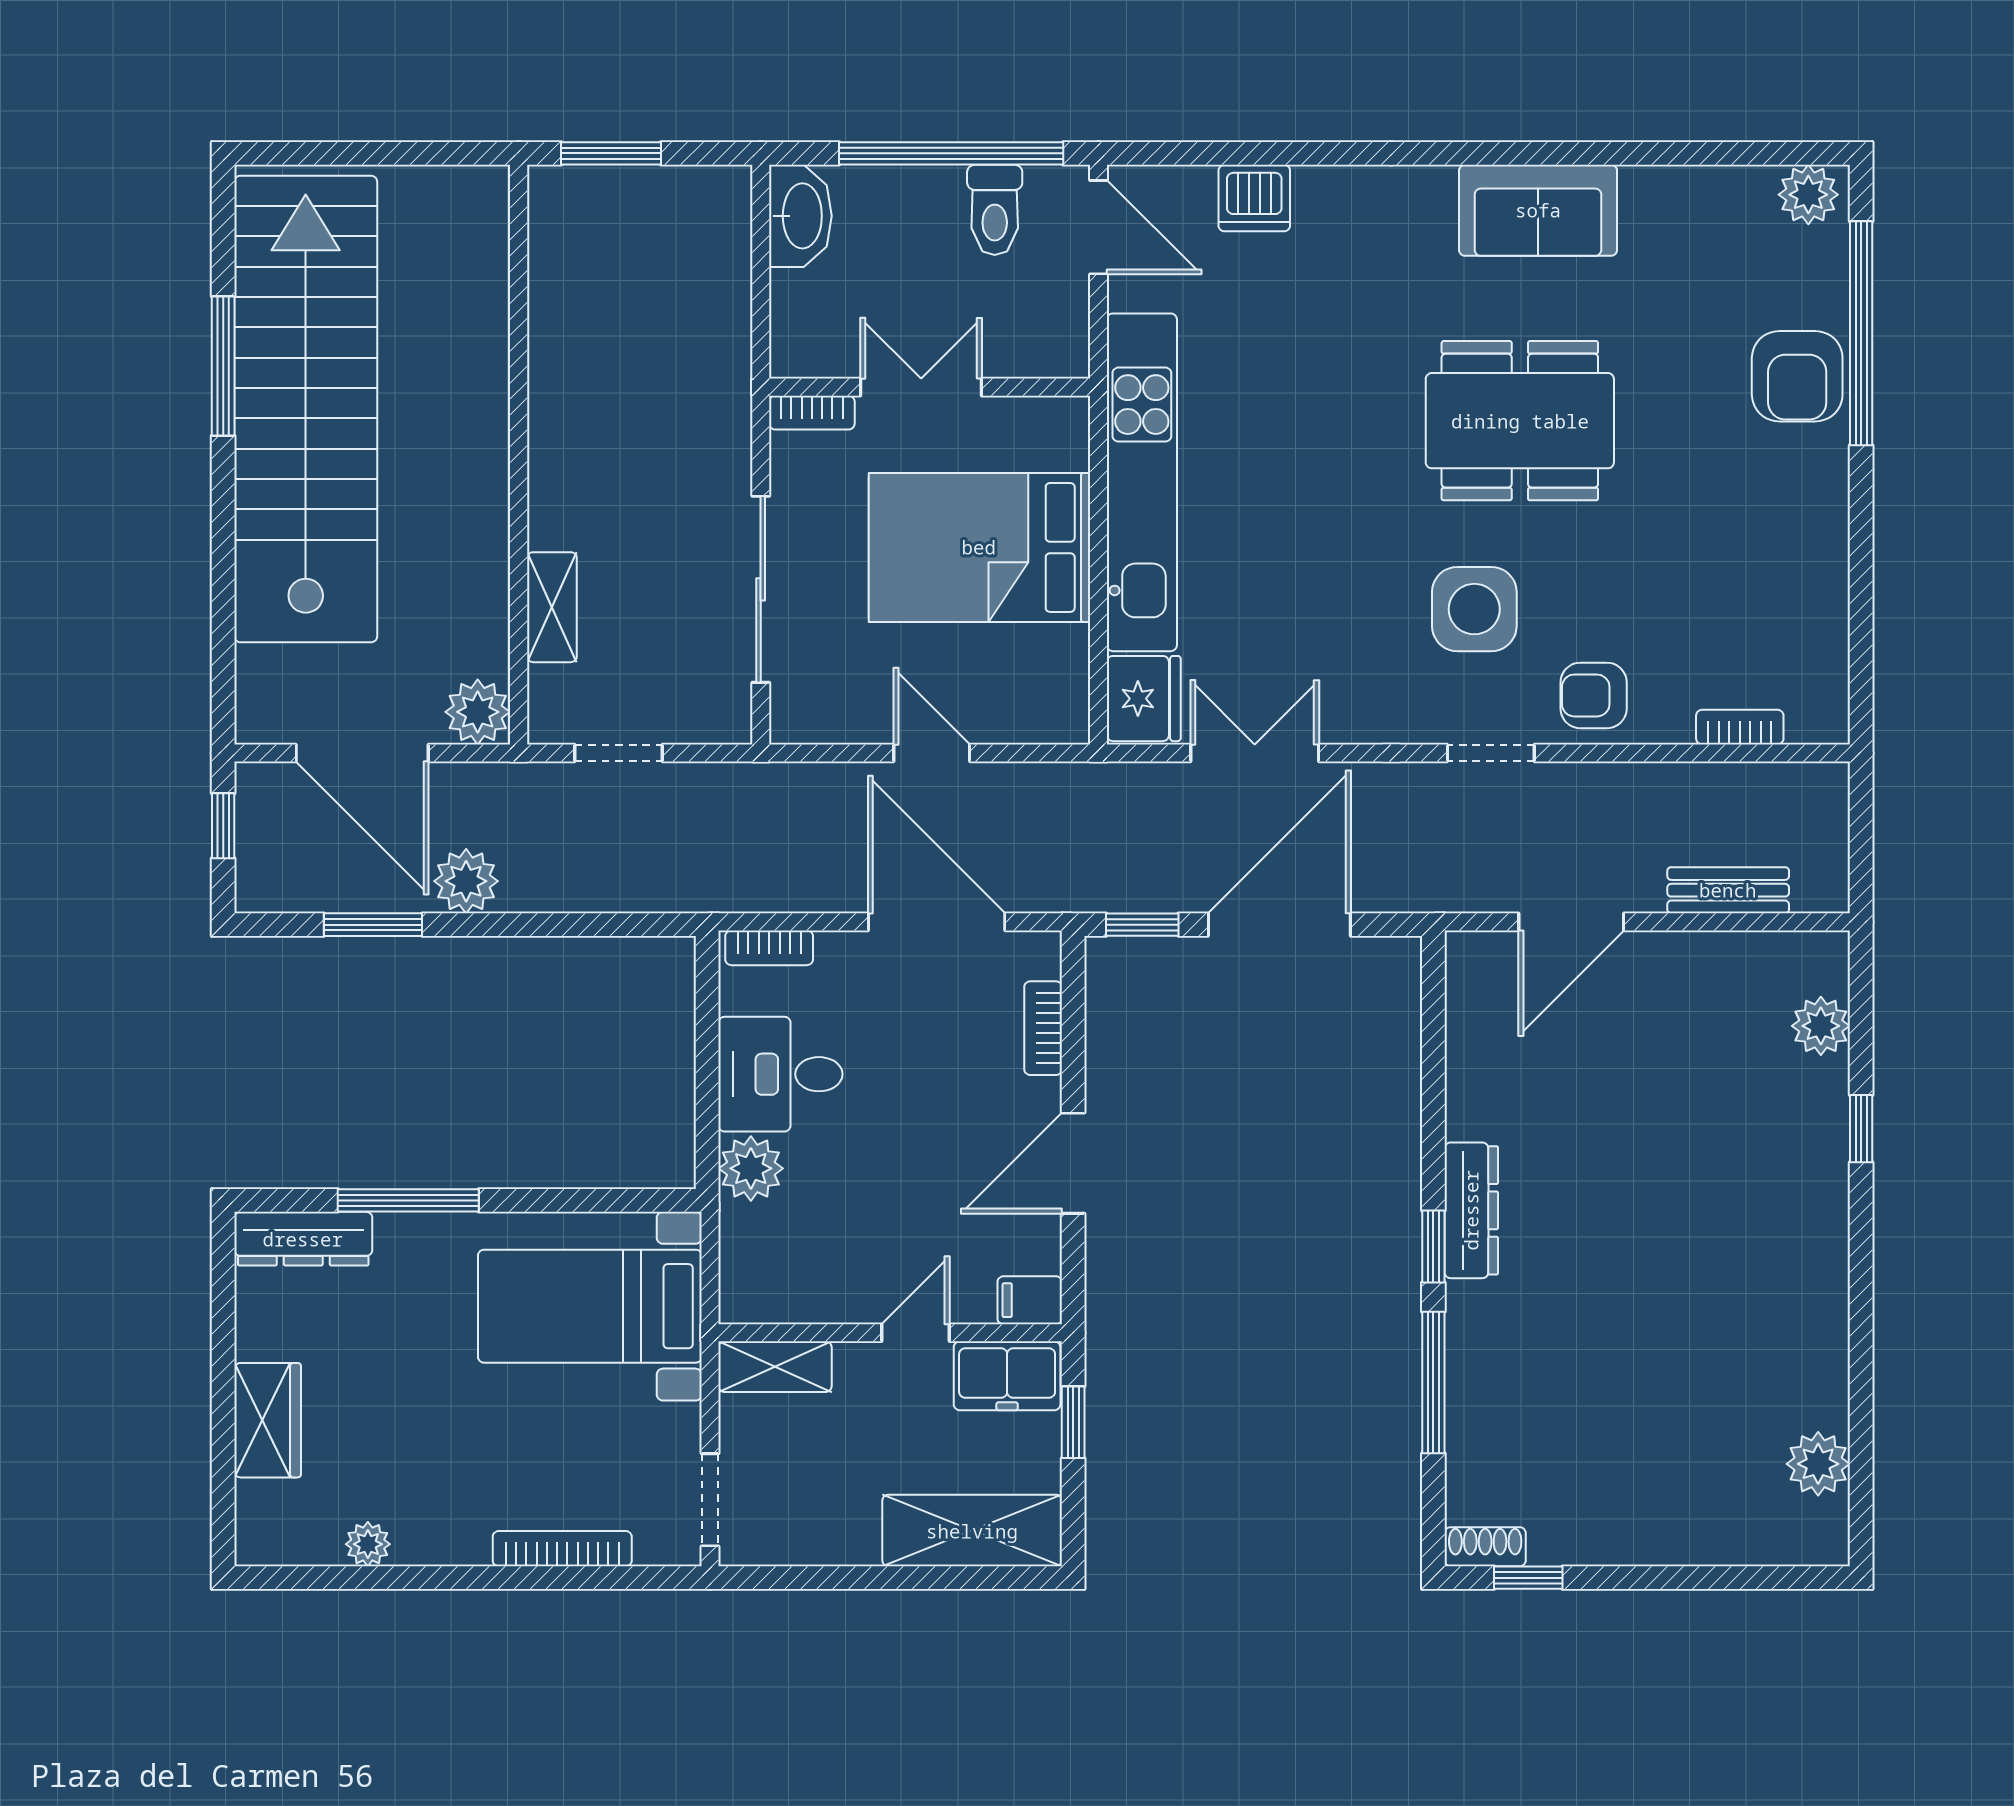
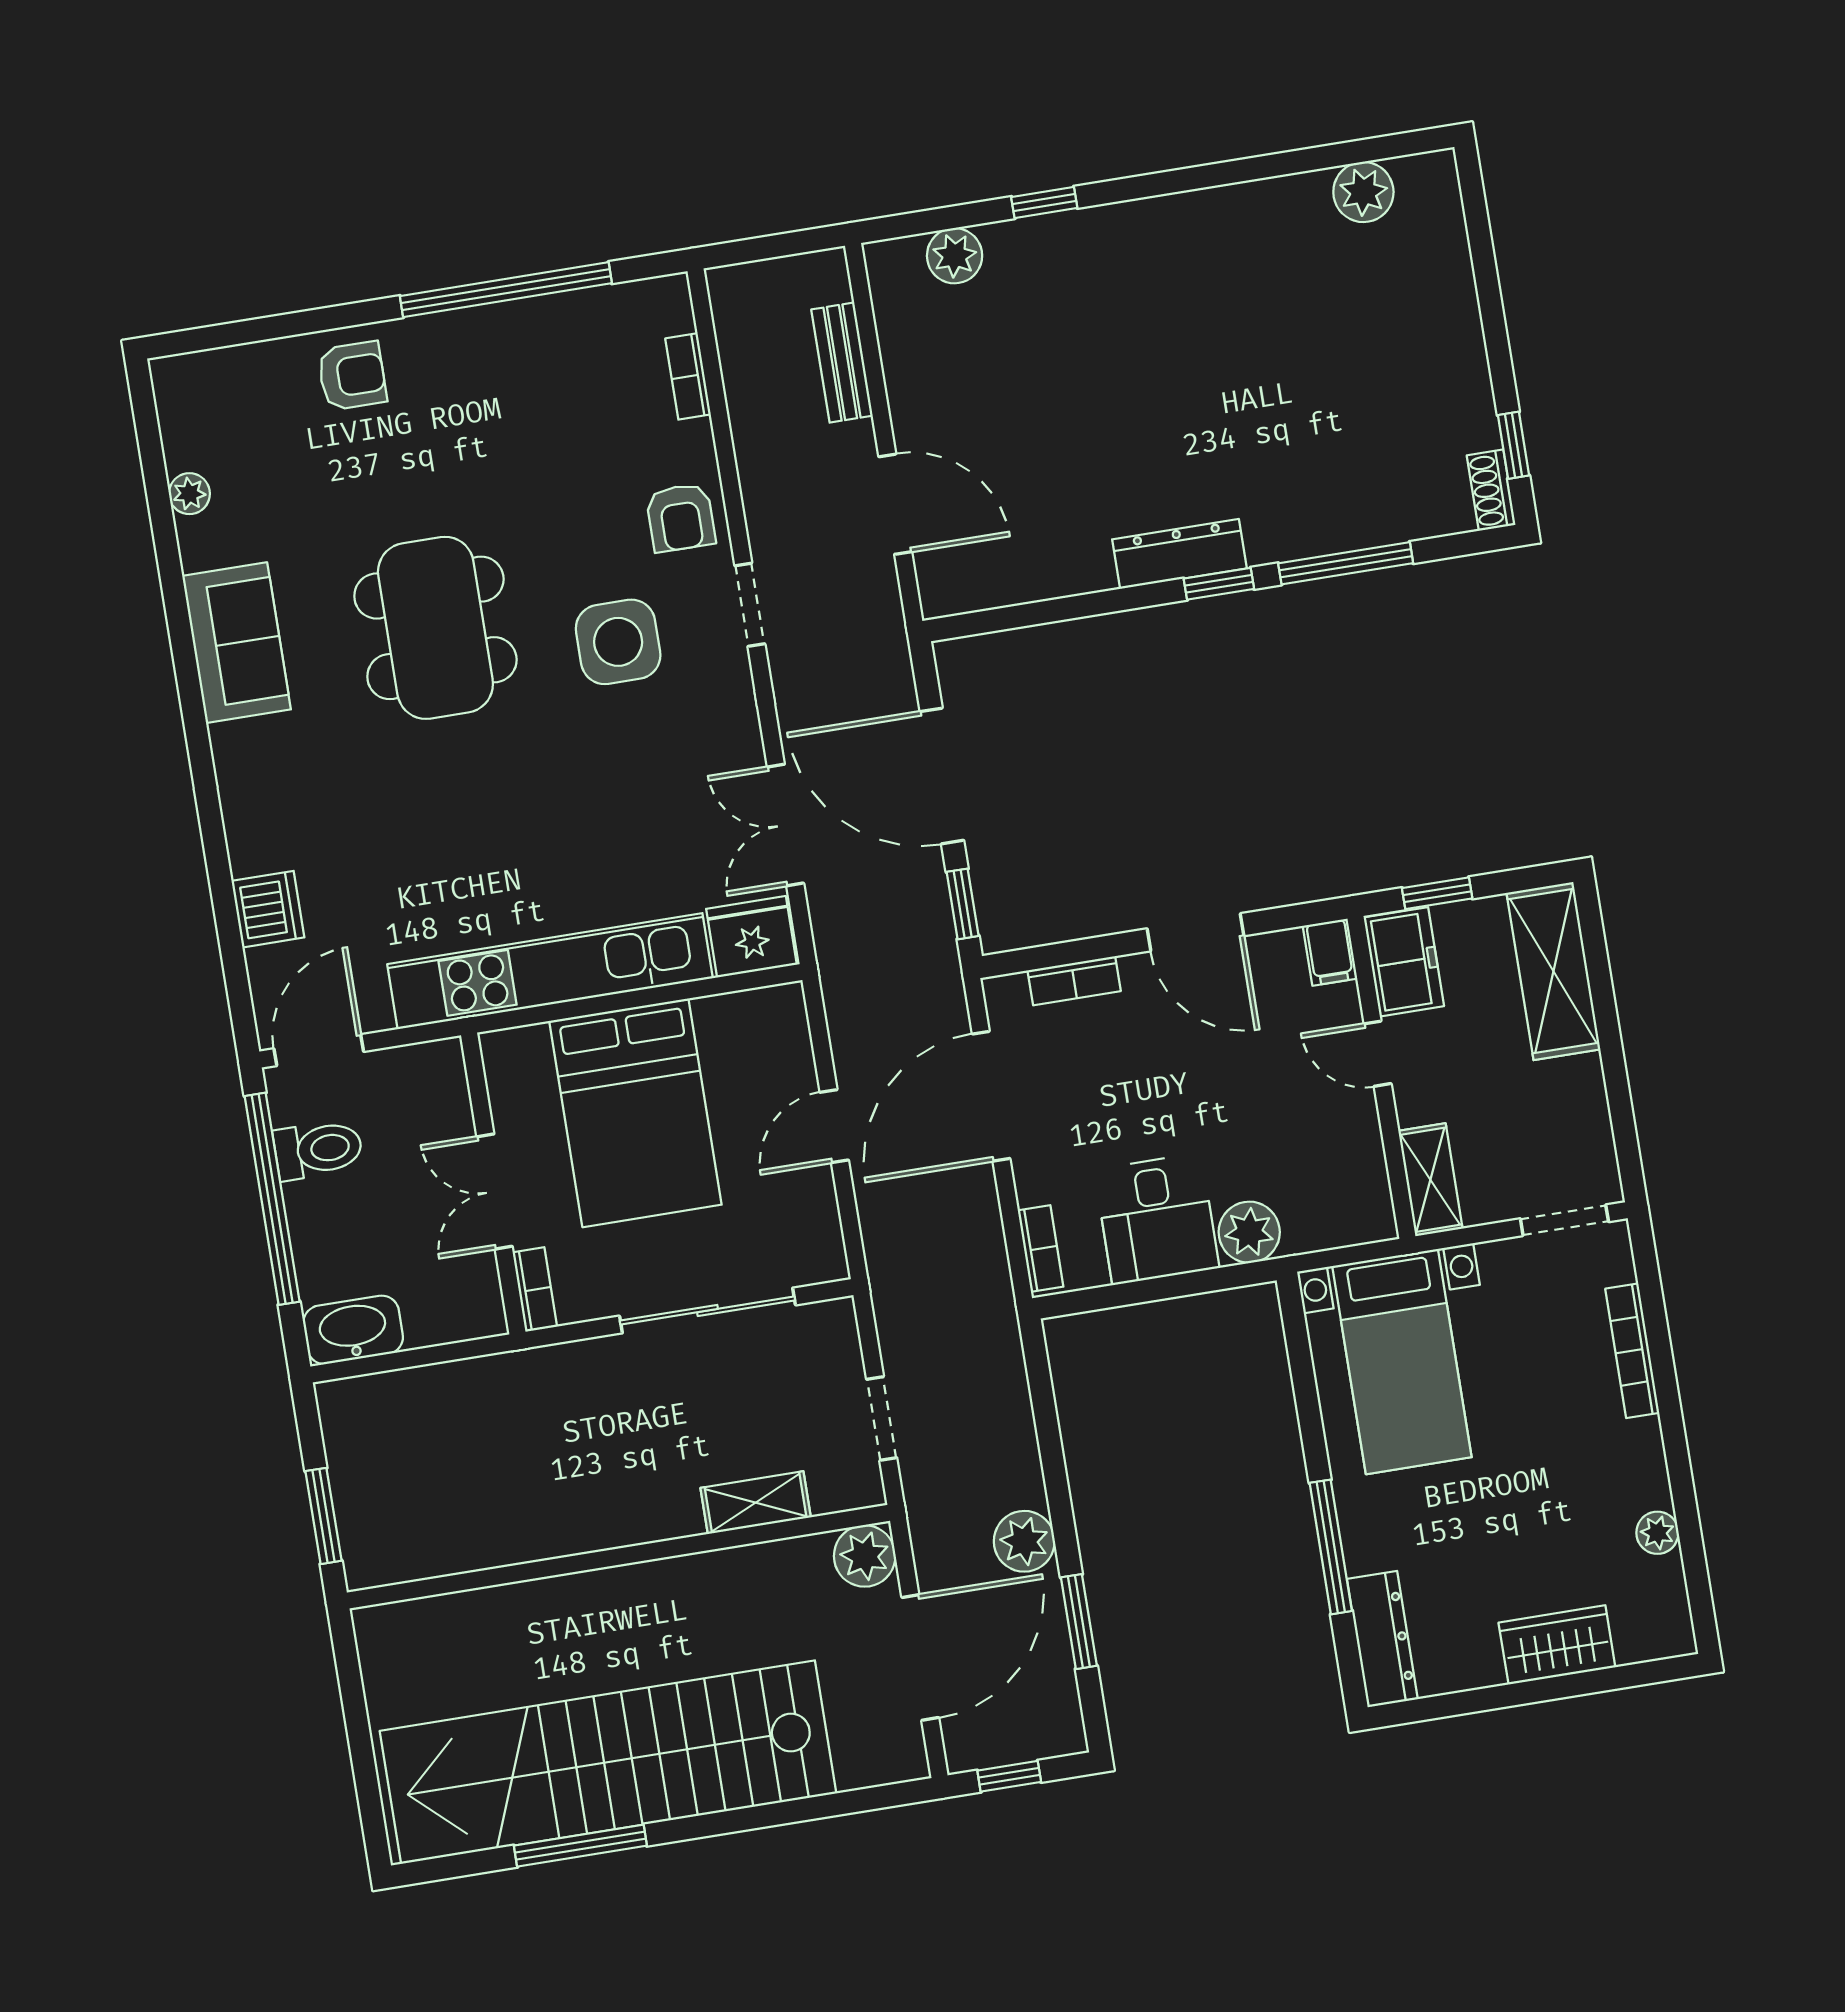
plant: (1808, 195) -> (189, 494), moved, width x0.73, depth x0.73
window: (1861, 333) -> (506, 290), moved
armchair: (1797, 376) -> (352, 376), width x0.72, depth x0.72

